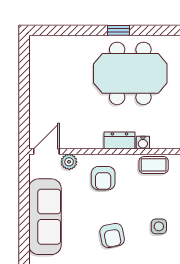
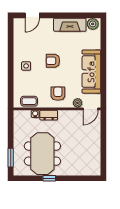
meeting table: (130, 73) -> (42, 154), turned 90
armchair: (112, 236) -> (53, 61), turned -79

